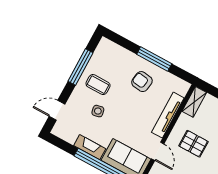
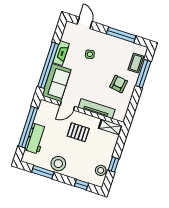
window: (154, 59) -> (143, 74), moved
coffee table: (98, 85) -> (136, 63), moved
pallet: (193, 144) -> (78, 132), turned 90

